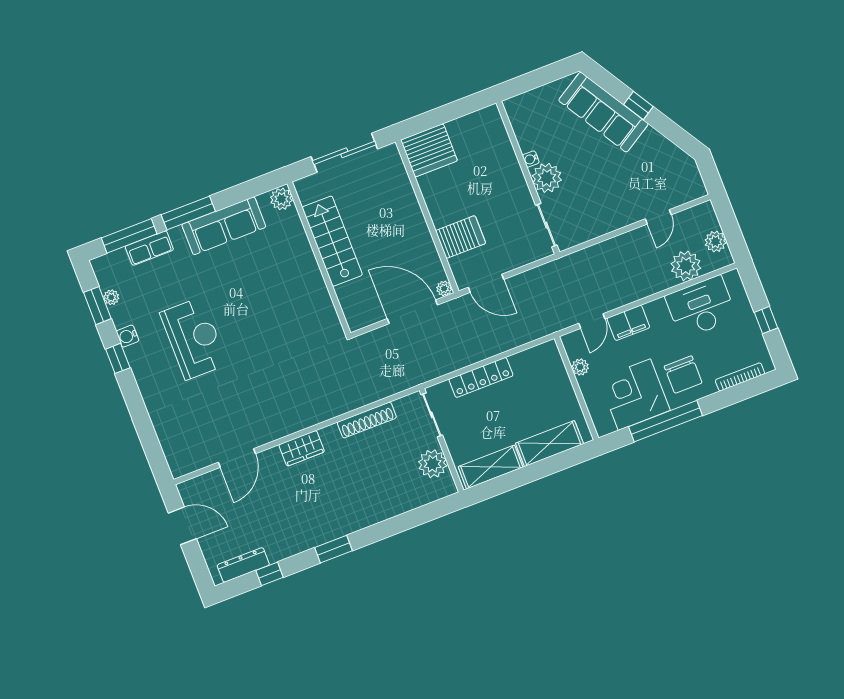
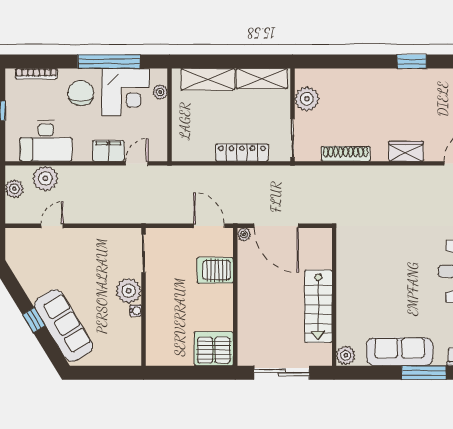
plant: (580, 367) -> (160, 92), moved

